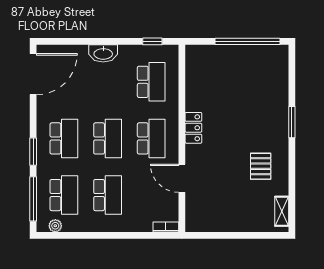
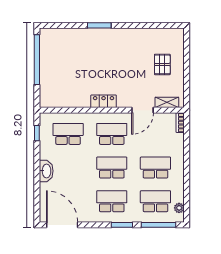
pallet: (261, 166) -> (162, 64), moved, turned 90
shelving: (282, 211) -> (167, 102), moved

